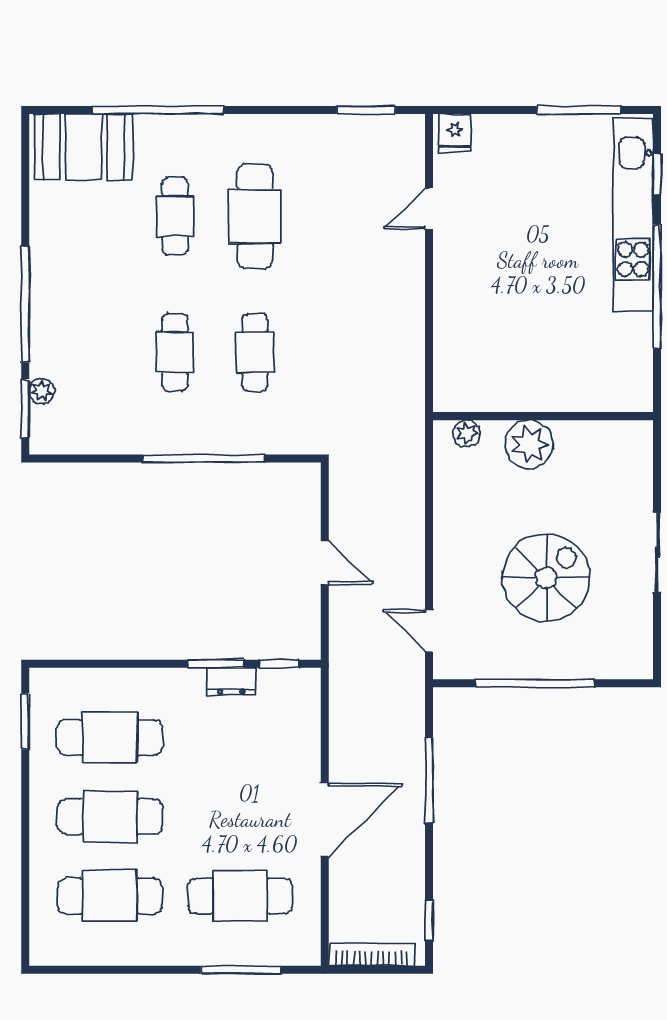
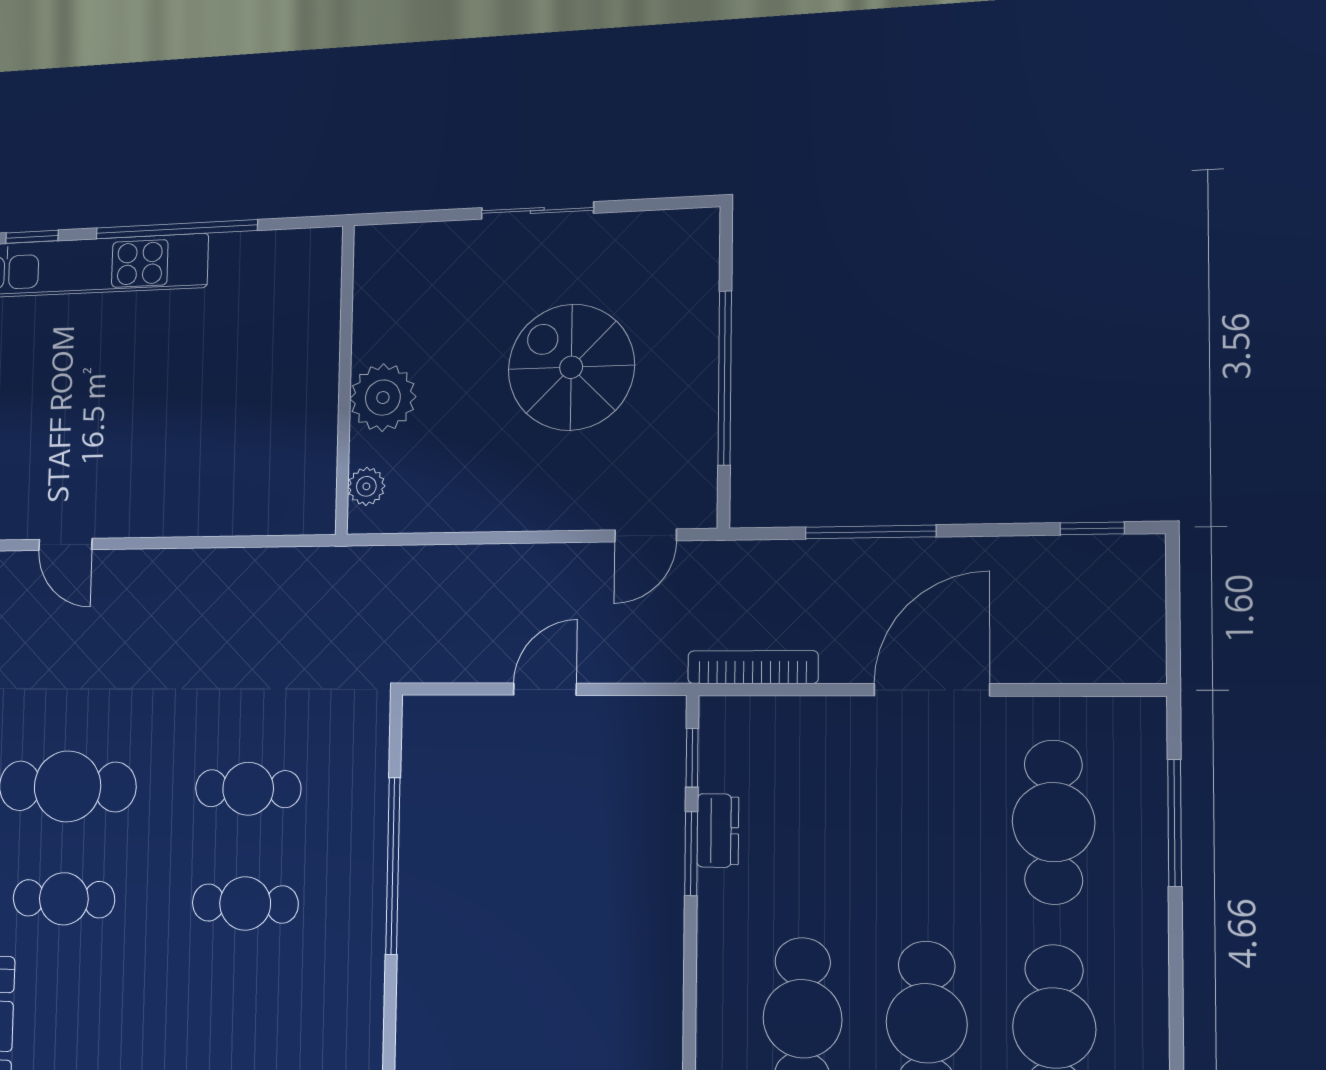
door: (325, 820) -> (932, 690), hinge flipped
bookcase: (372, 955) -> (753, 667), moved, turned 90

